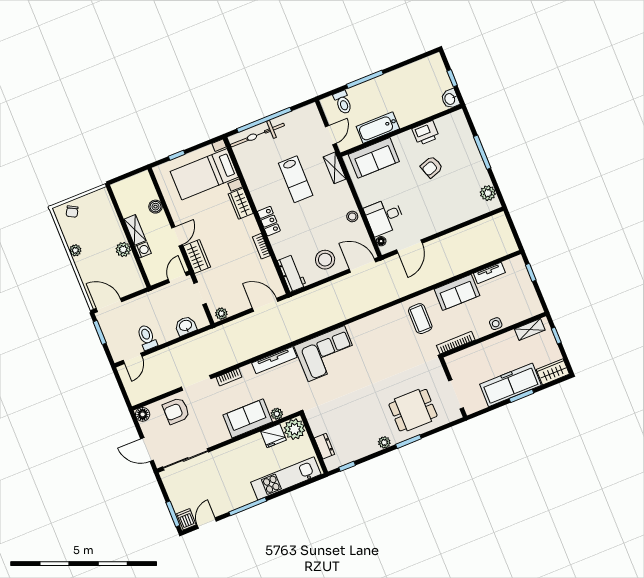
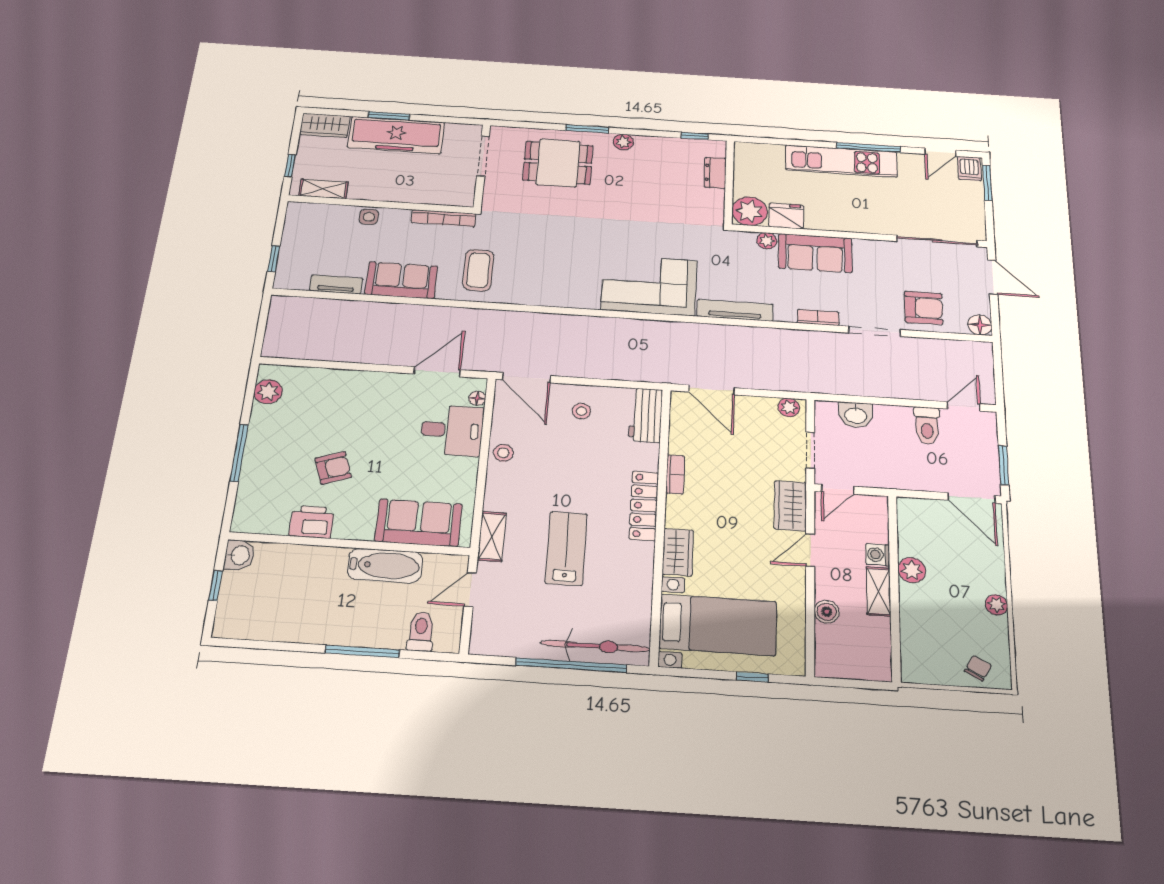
locker: (269, 221) -> (644, 506), width x1.53
stool: (325, 260) -> (582, 411), width x0.53, depth x0.53
kitchen unit: (286, 478) -> (841, 161), moved

